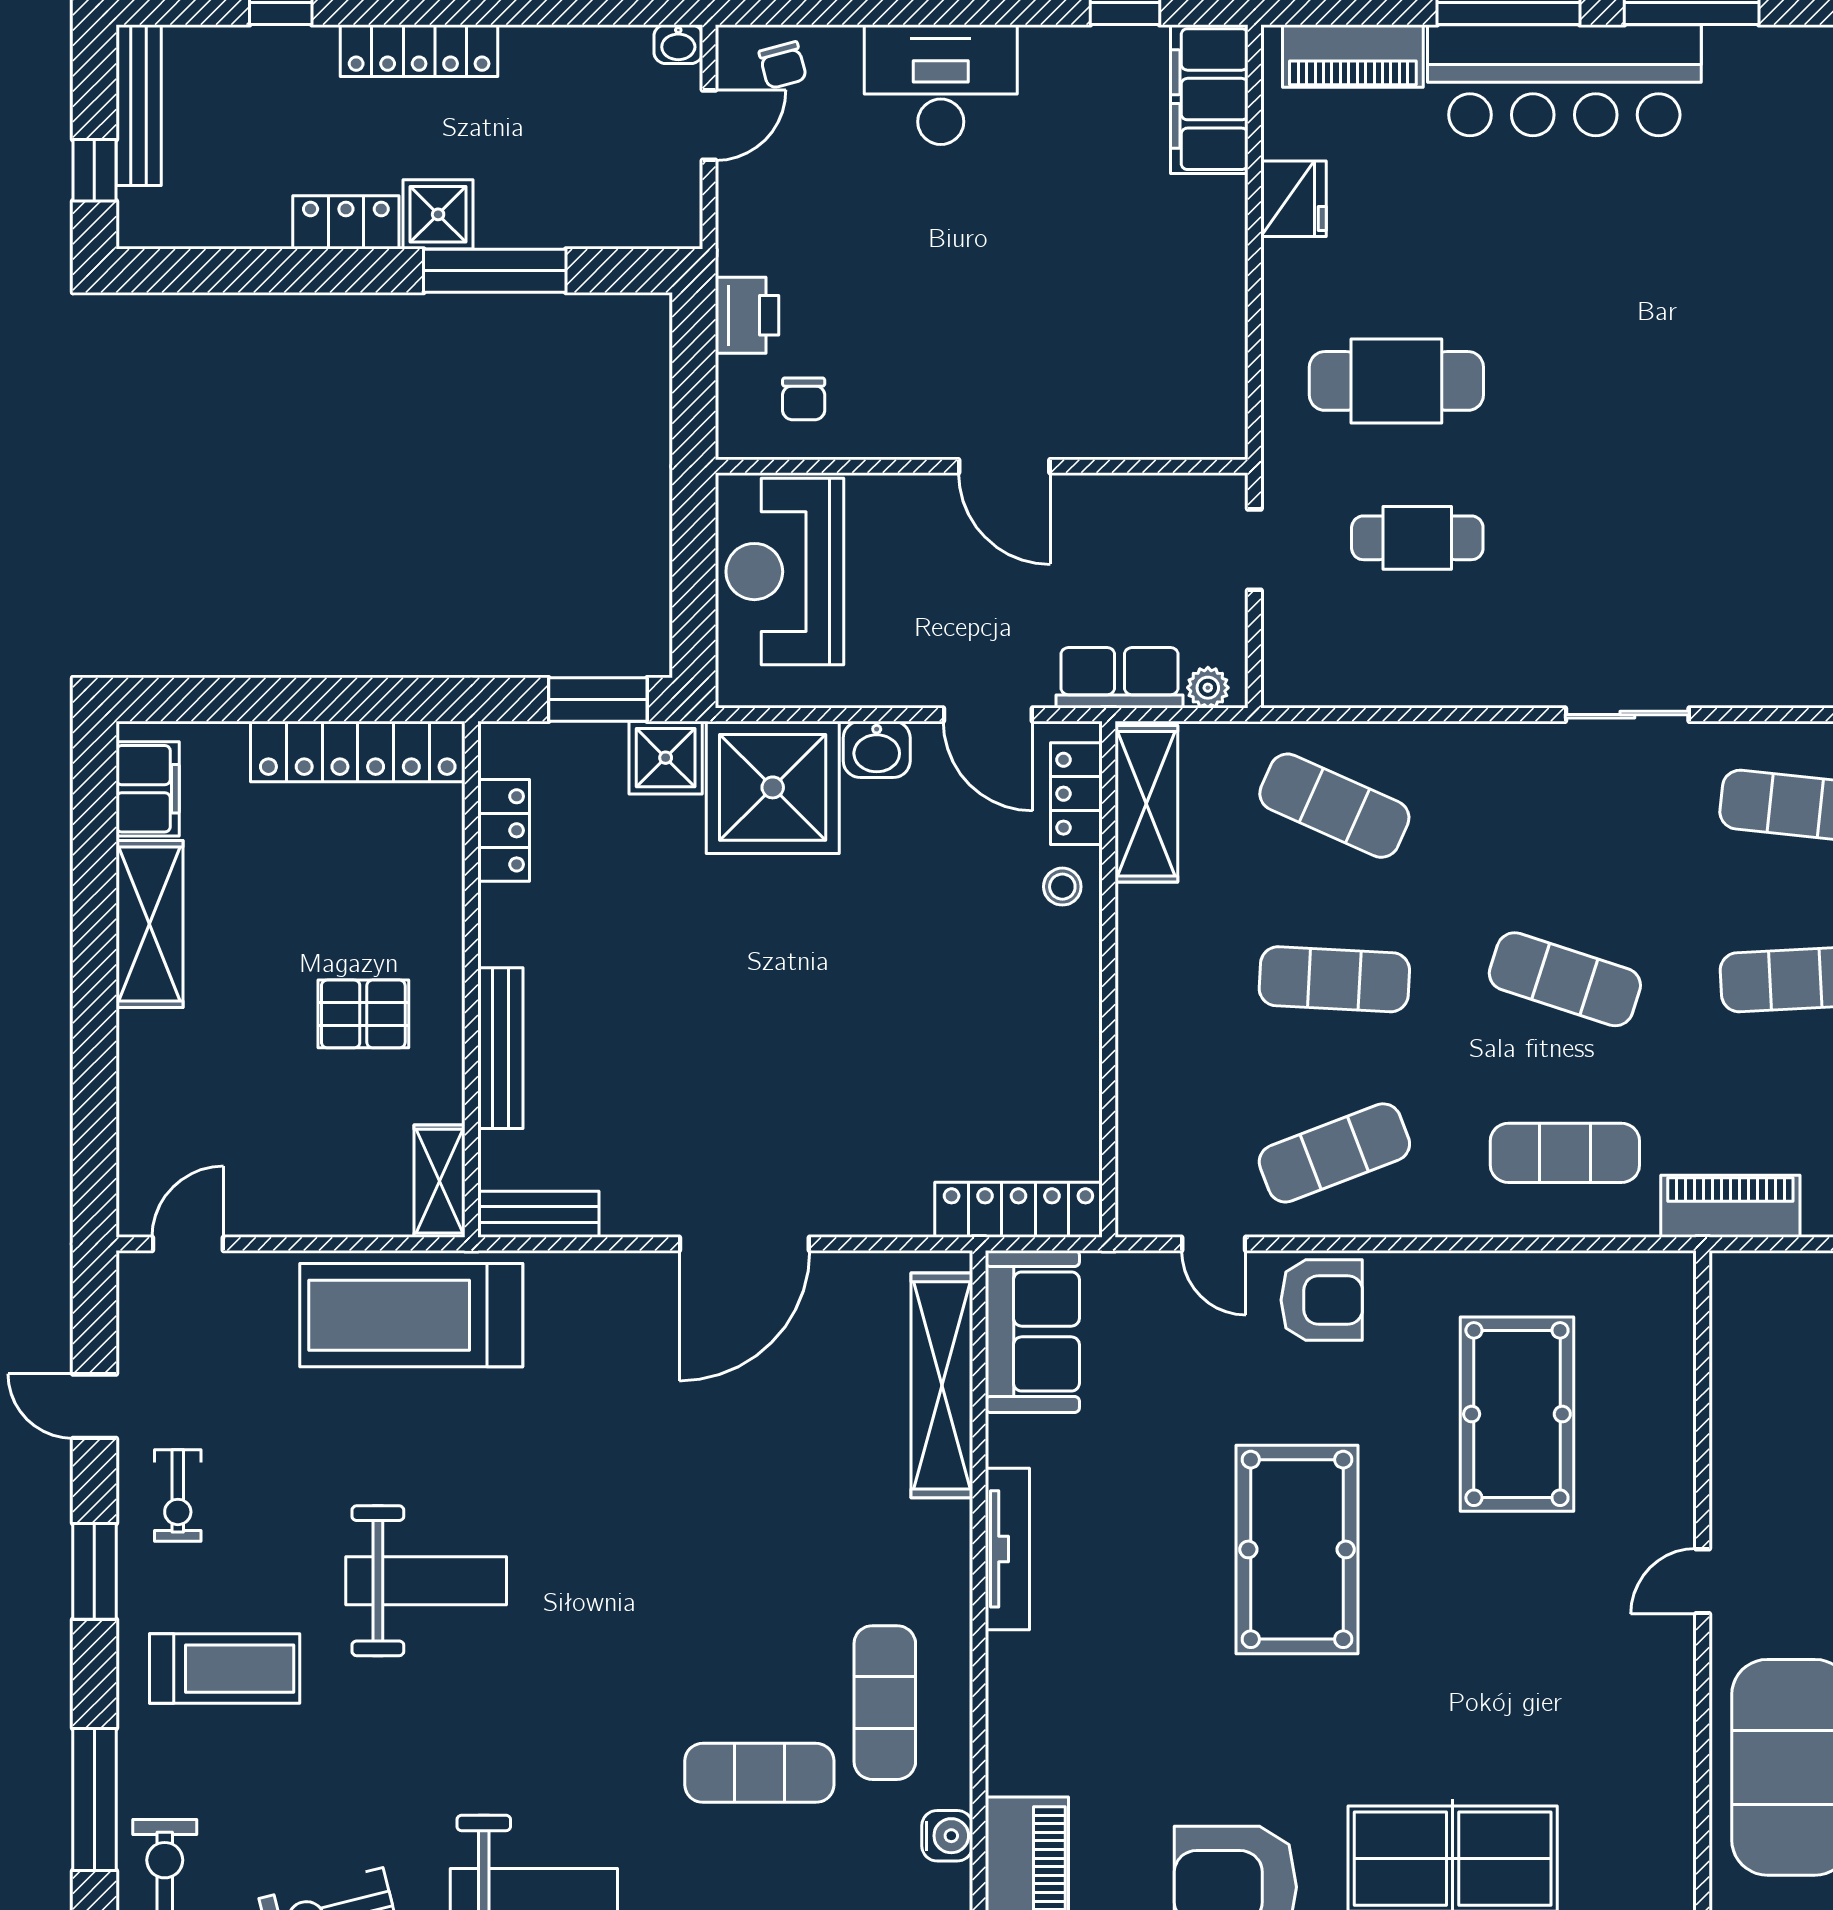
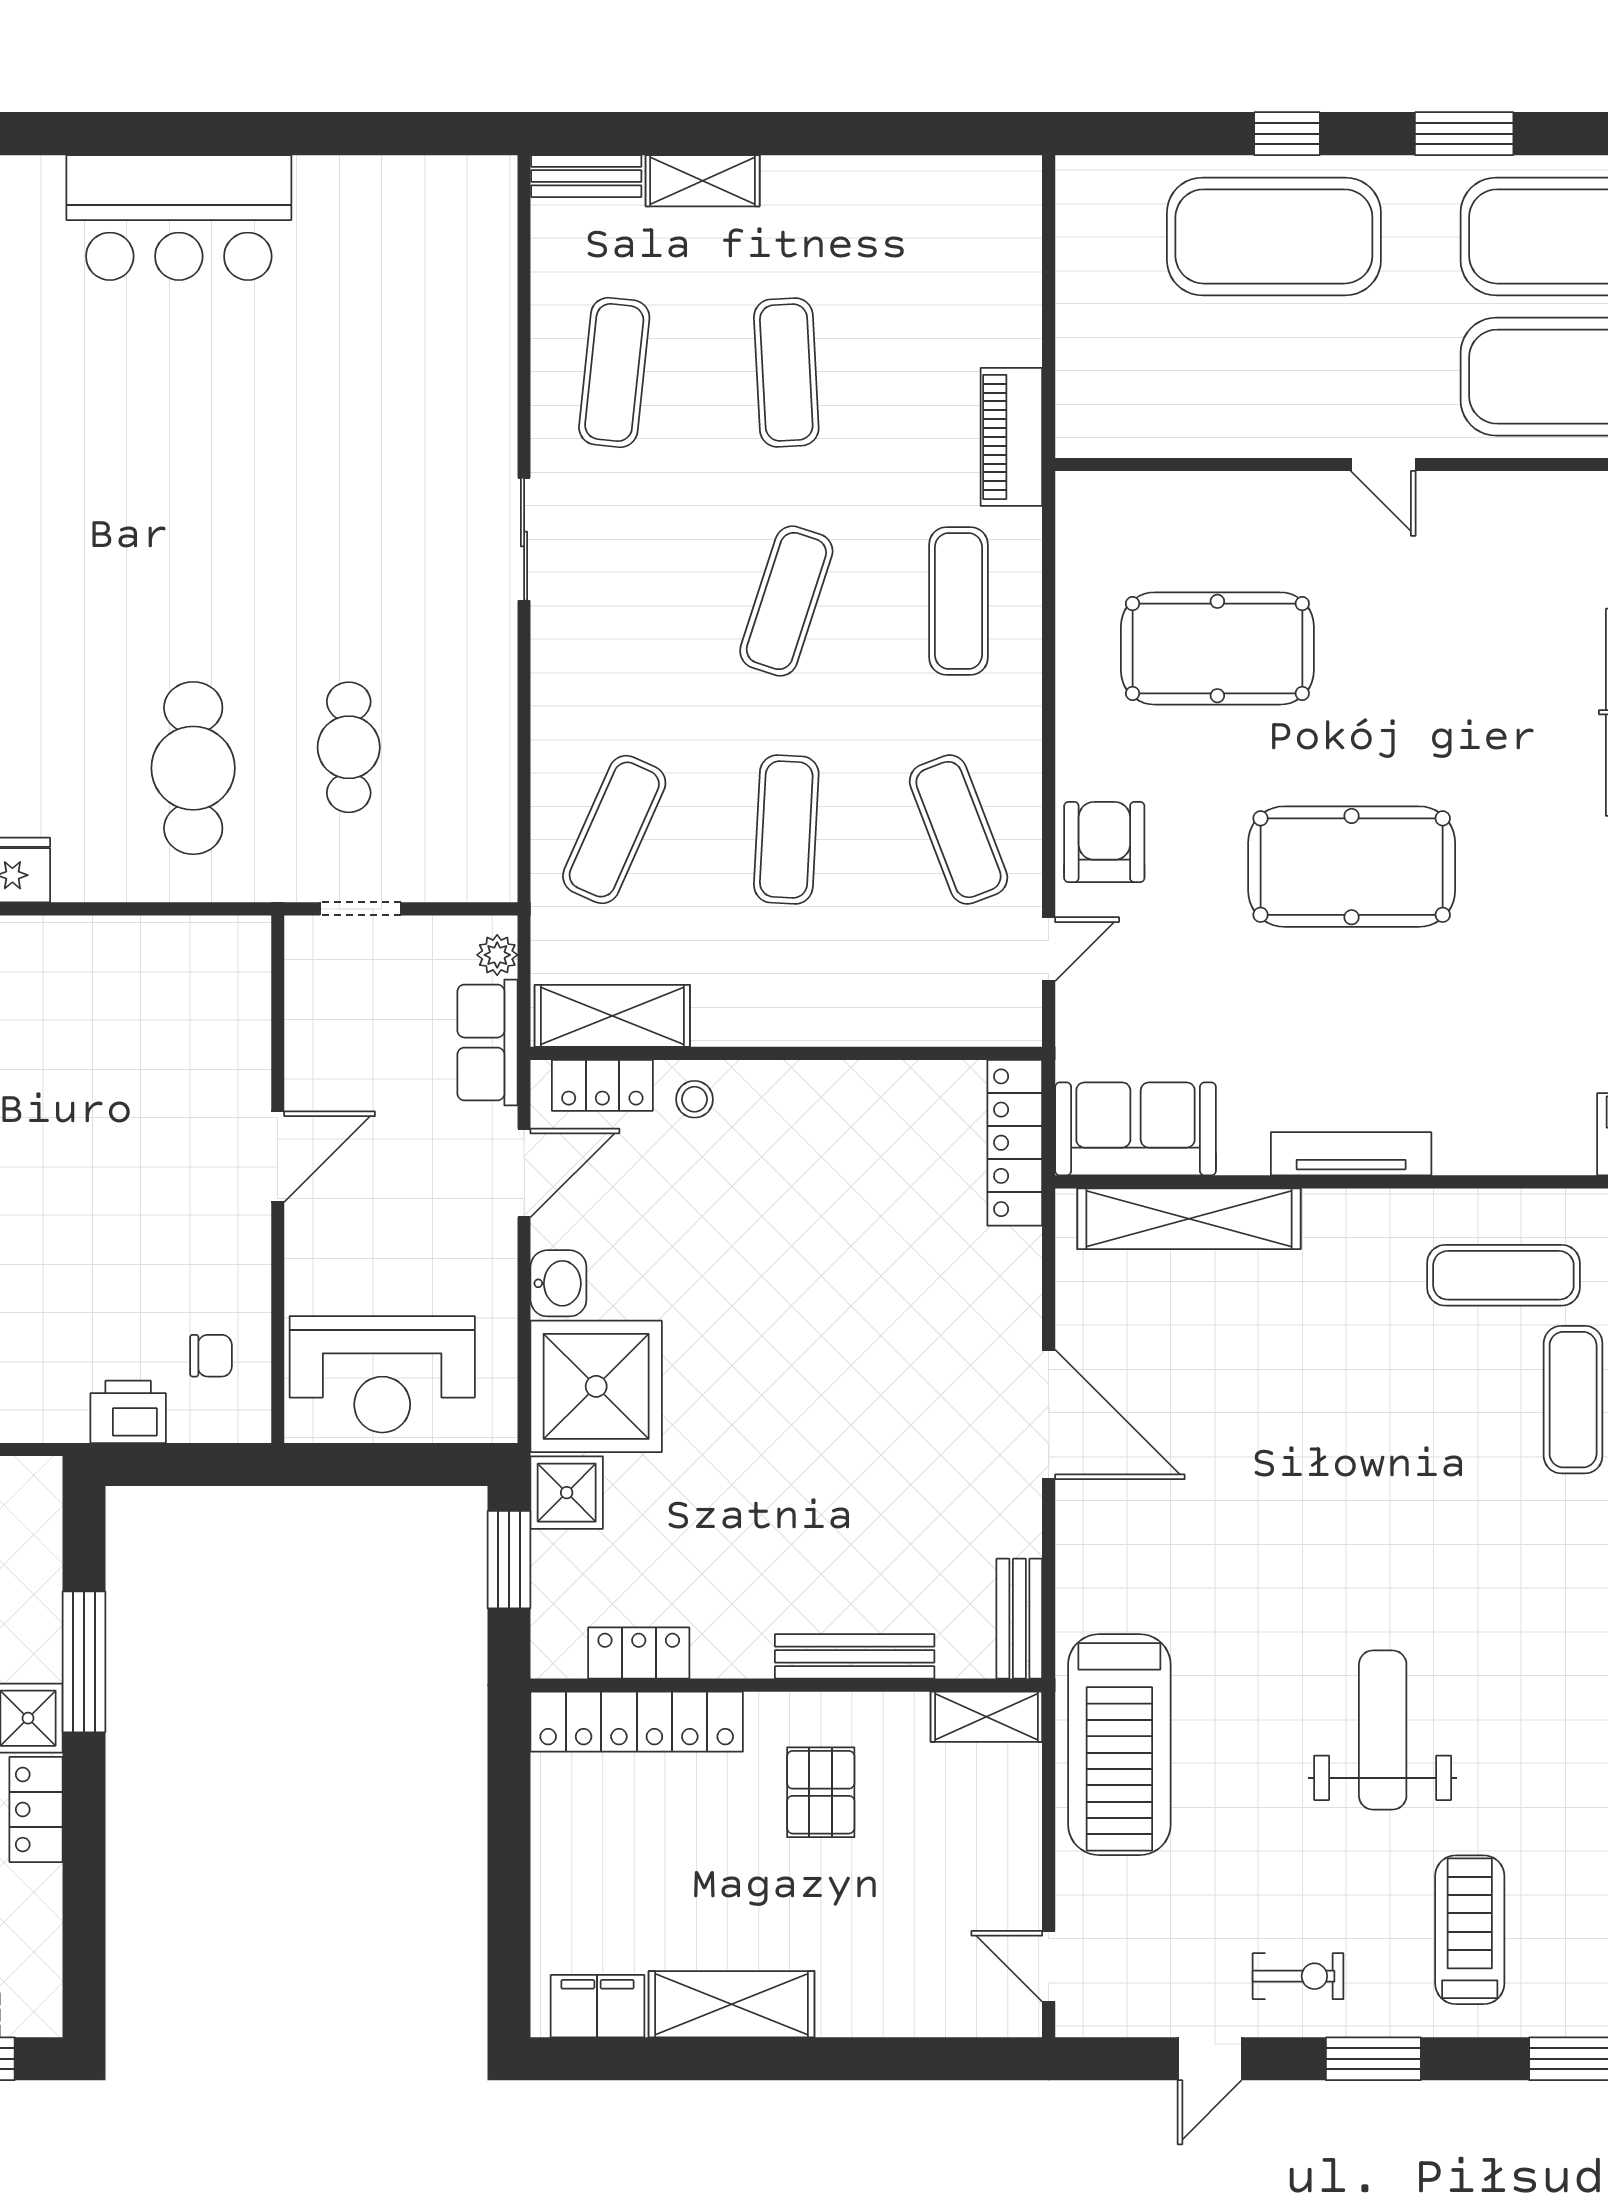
locker: (358, 751) -> (637, 1722), moved, turned 90

